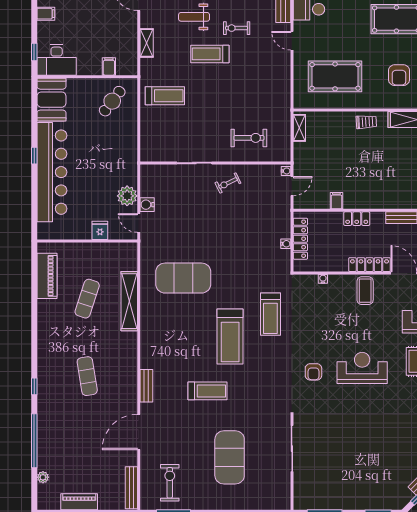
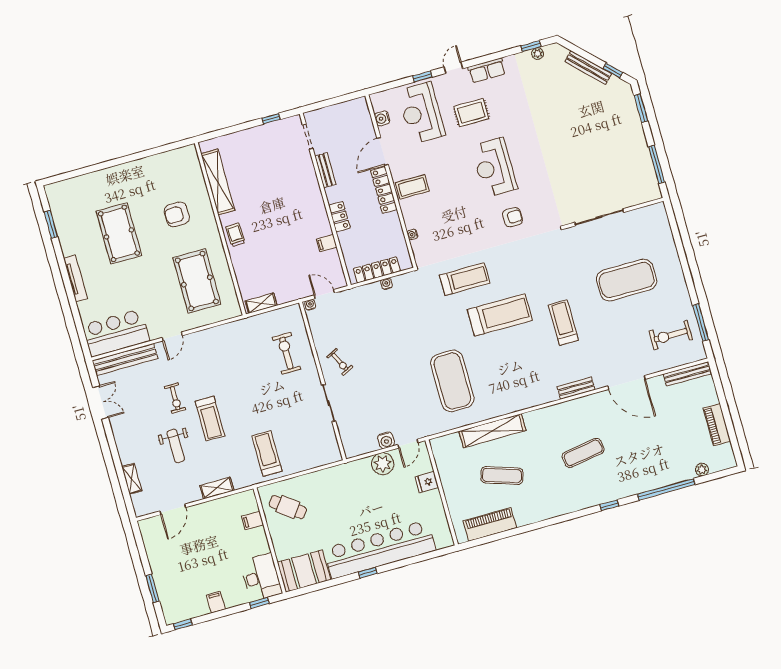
armchair: (399, 75) -> (177, 214), turned 180

